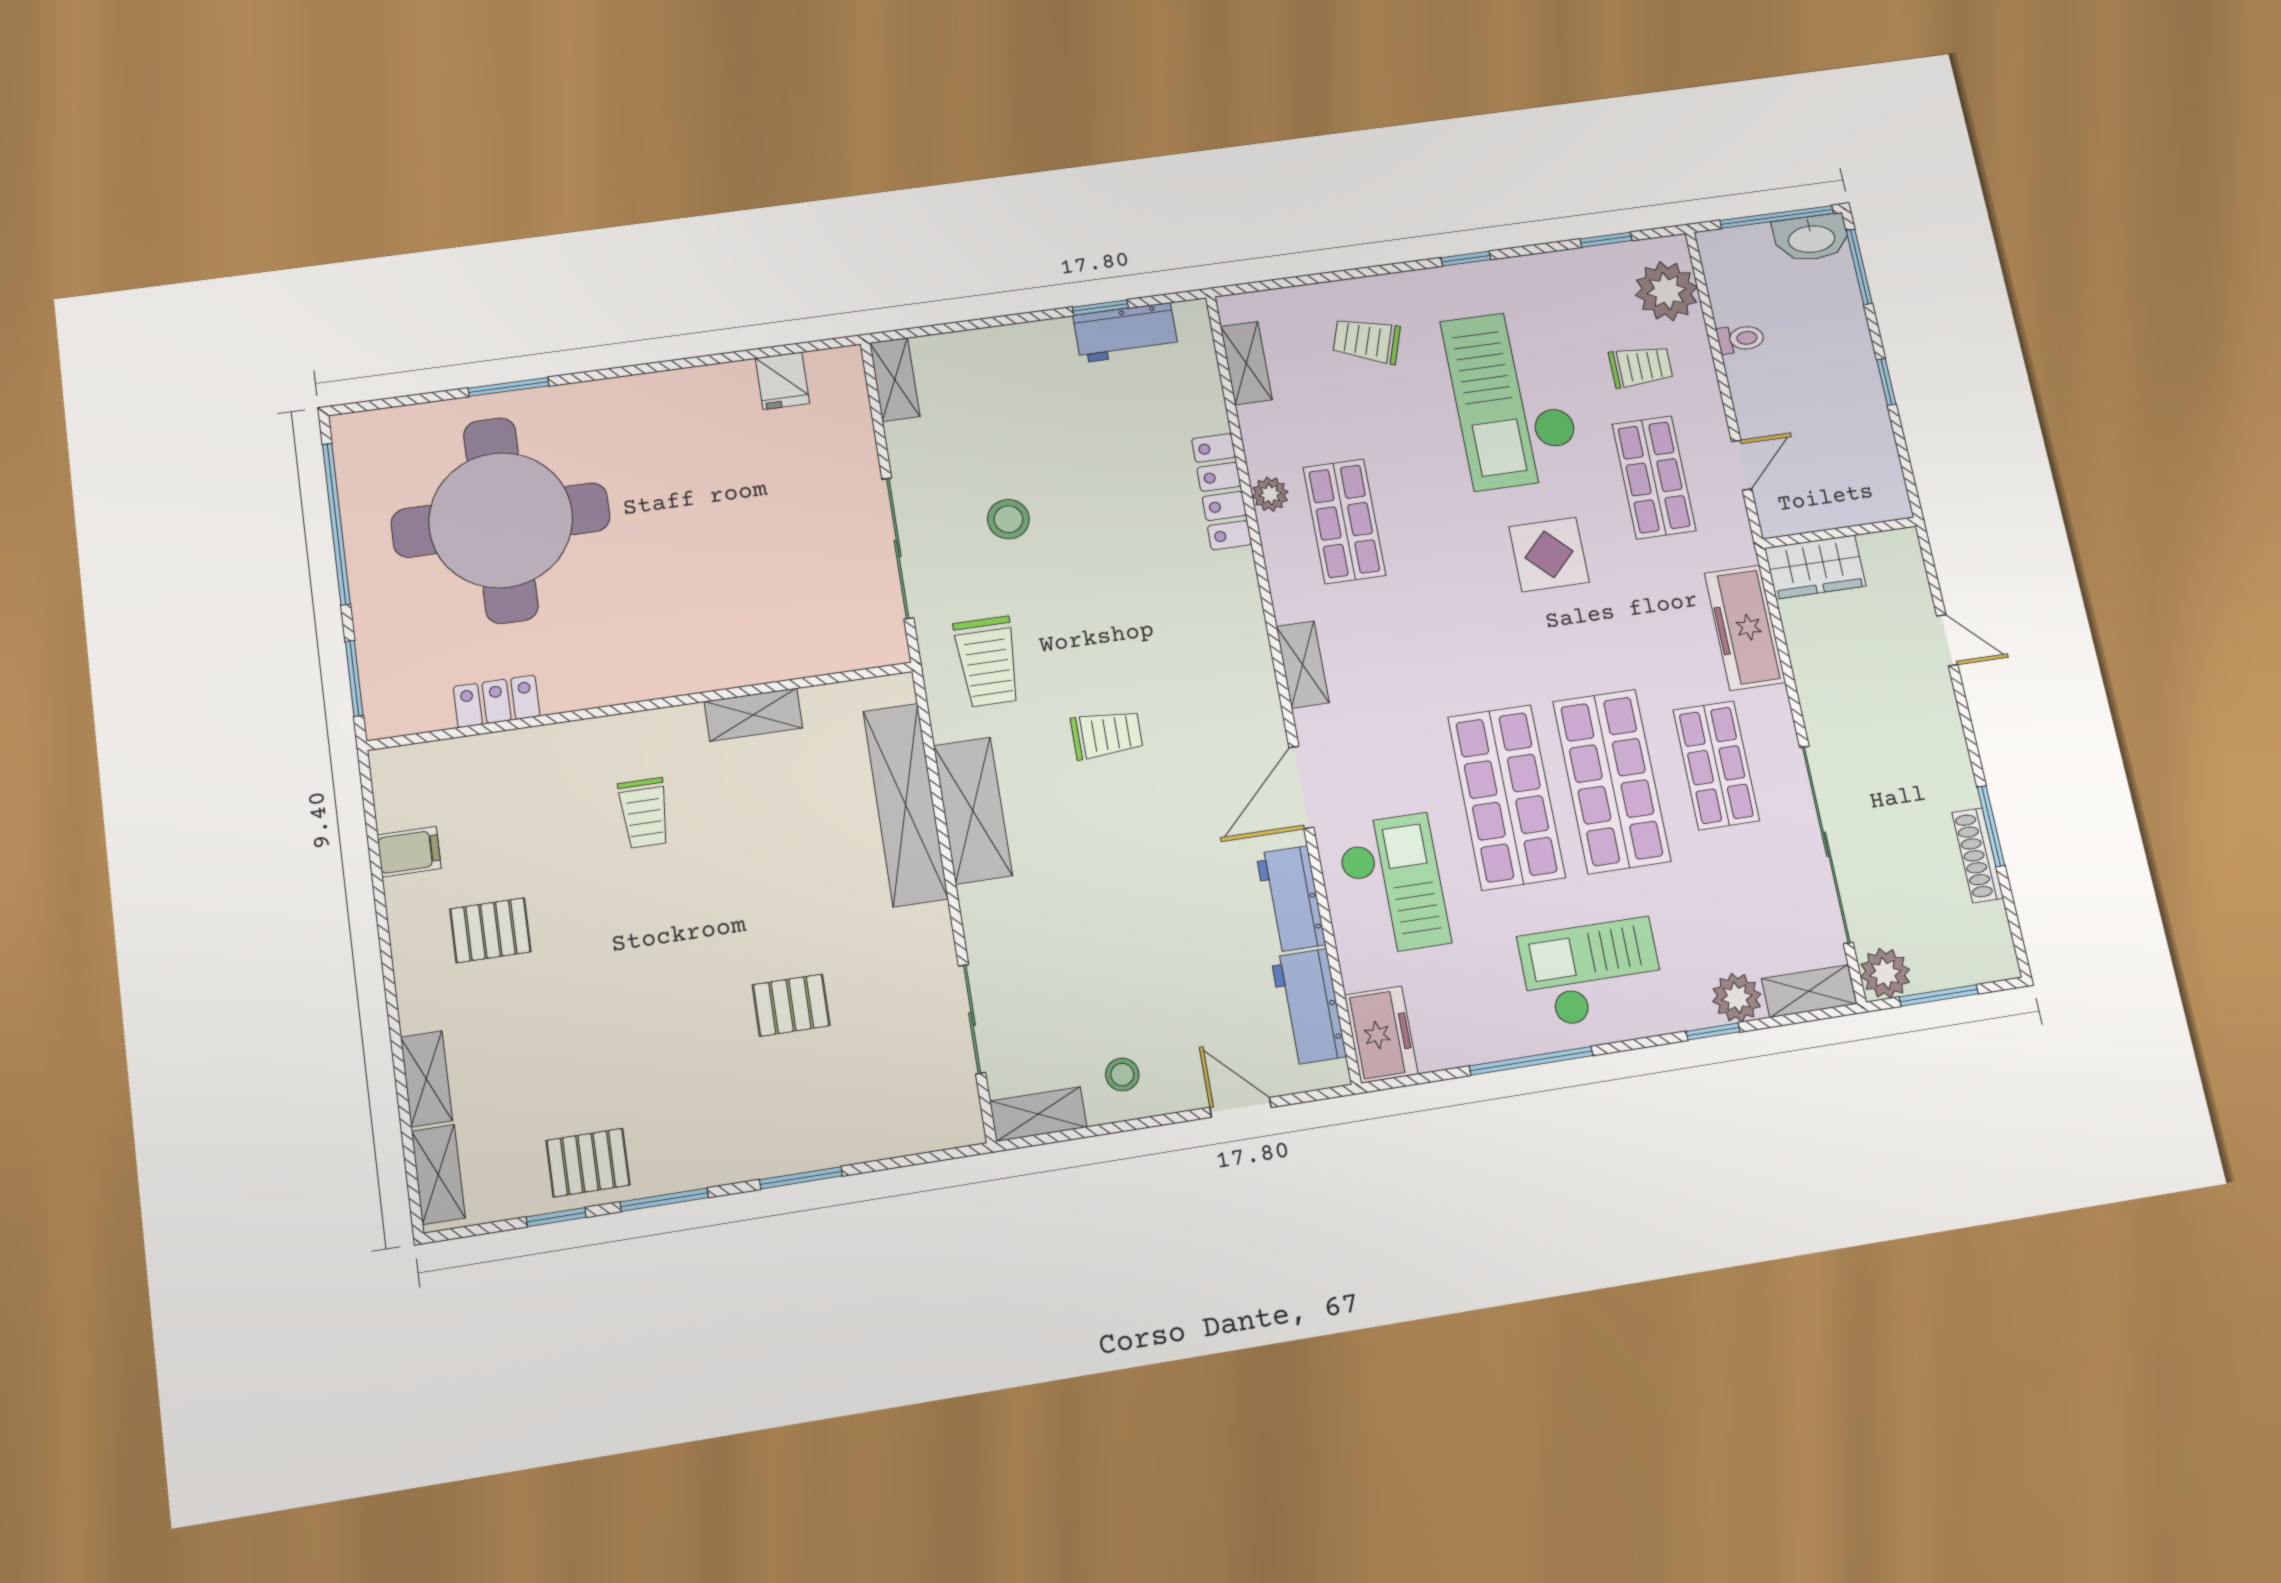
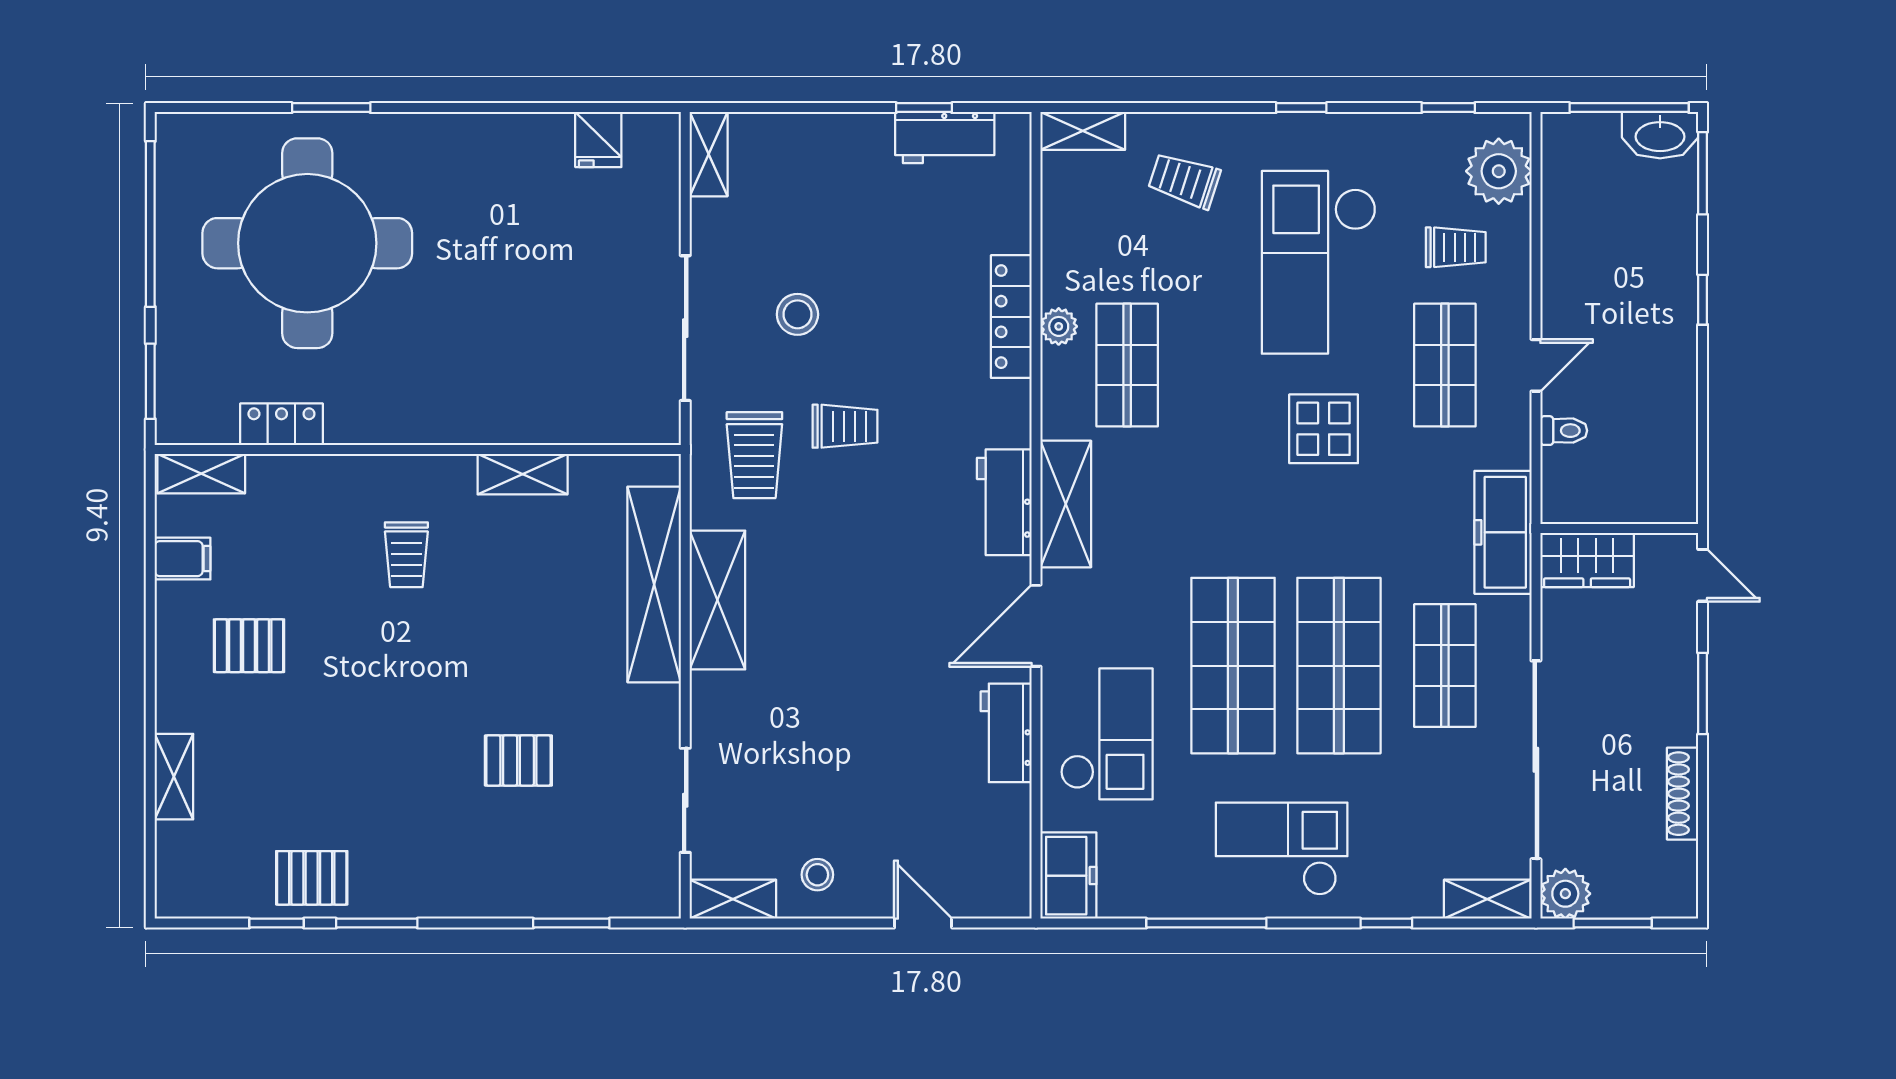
toilet: (1741, 339) -> (1564, 431), moved
shelving: (1246, 363) -> (1083, 131), moved, turned 90
wall: (1839, 533) -> (1619, 528), moved
wardrobe: (1815, 567) -> (1587, 560), moved
shelving: (1303, 665) -> (1066, 504), width x1.50, depth x1.33
trolley: (1107, 734) -> (845, 426), moved
window: (1991, 826) -> (1703, 694), moved
plant: (1737, 998) -> (1416, 894), removed
workbench: (1309, 1007) -> (1004, 502), moved
shelving: (438, 1175) -> (201, 474), moved, turned 90
window: (801, 1178) -> (571, 923), moved

